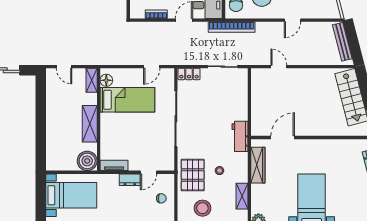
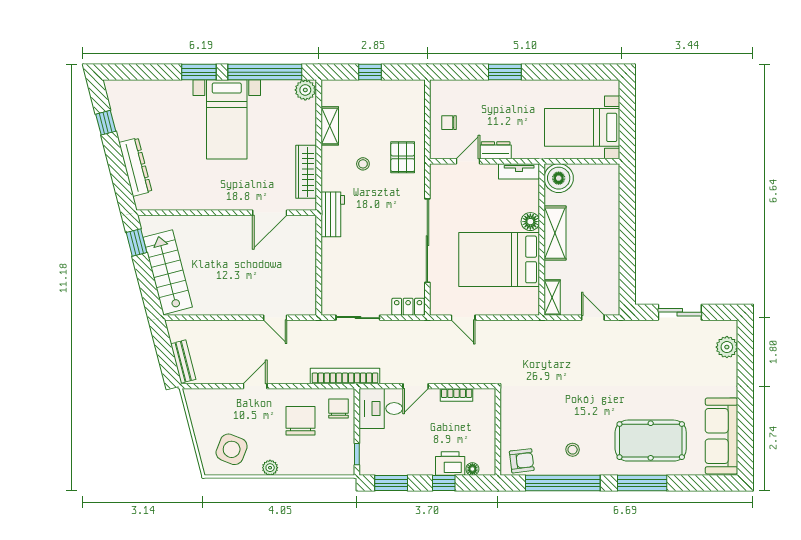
bench: (342, 42) -> (183, 362), width x0.73
door: (152, 67) -> (463, 318), swing flipped
floor lamp: (106, 80) -> (530, 222), moved
bed: (127, 100) -> (499, 259), width x1.50
pallet: (193, 175) -> (403, 157), width x0.67, depth x0.71
stool: (202, 208) -> (388, 108), removed

